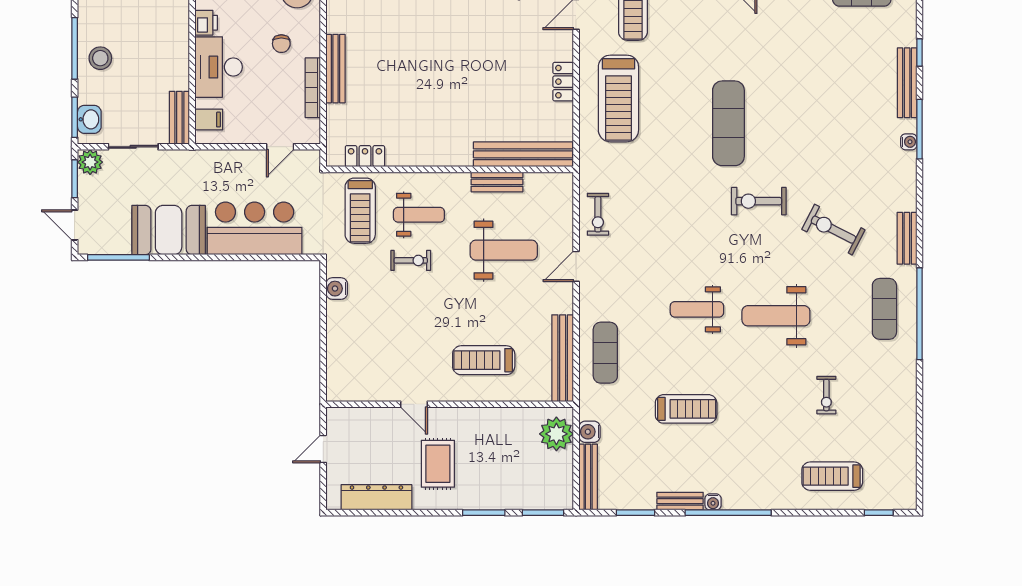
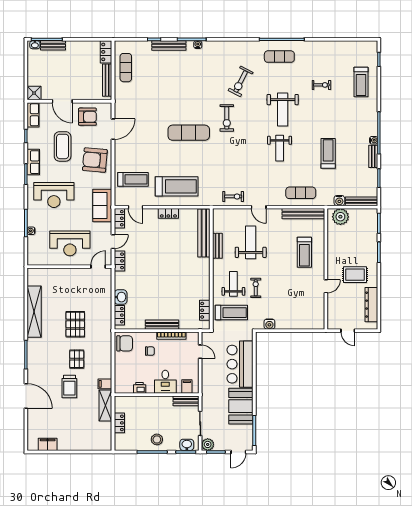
desk: (219, 67) -> (165, 382), width x0.73
bench: (907, 238) -> (245, 46), removed

